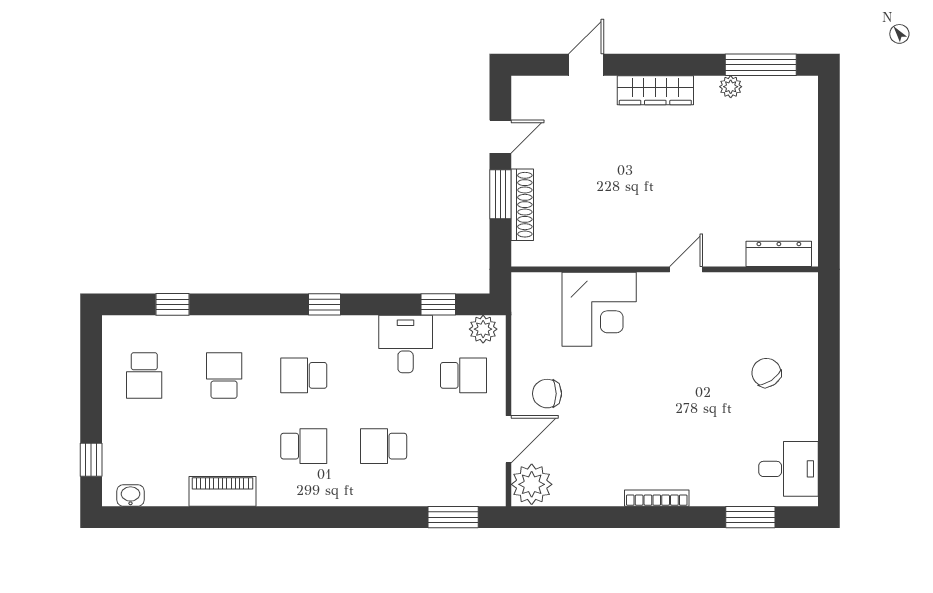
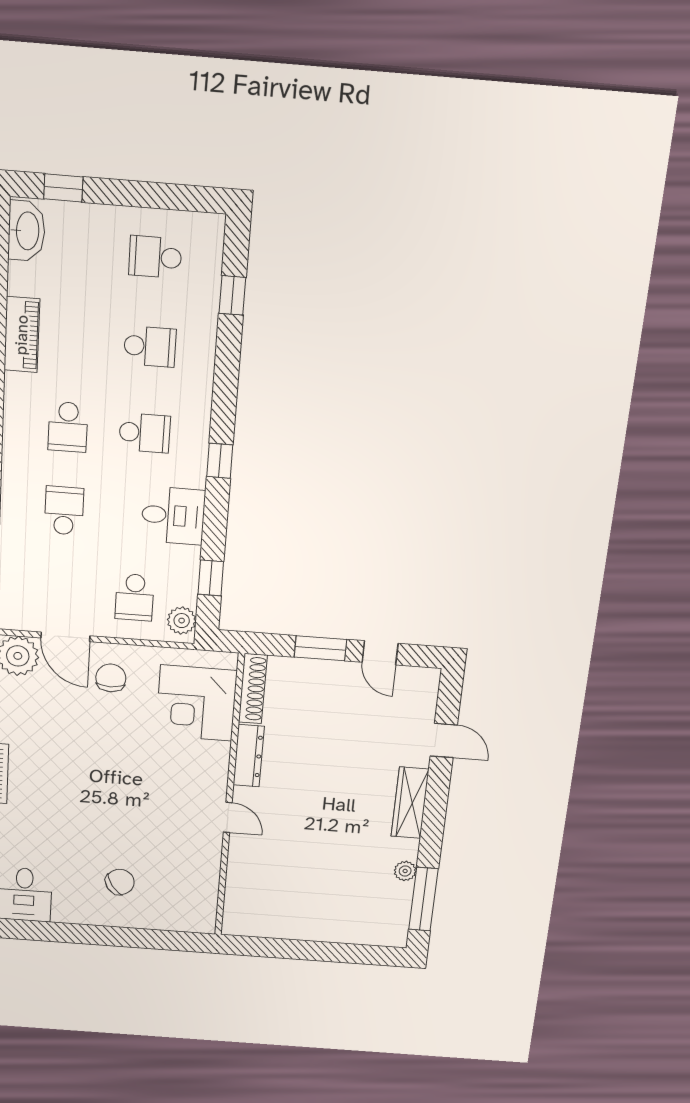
shoe rack: (522, 205) -> (253, 689), moved, turned -90
dresser: (779, 254) -> (249, 756), moved
corner desk: (599, 309) -> (196, 703), moved
desk: (406, 344) -> (173, 516), moved
school desk: (304, 375) -> (145, 433), turned 90
washbasin: (130, 495) -> (27, 231), width x1.91, depth x1.45

